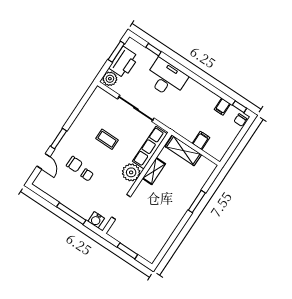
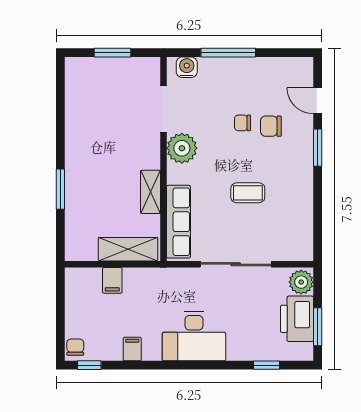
desk: (166, 78) -> (194, 336), moved
filing cabinet: (222, 107) -> (132, 349), moved
plant: (131, 172) -> (182, 148), moved

